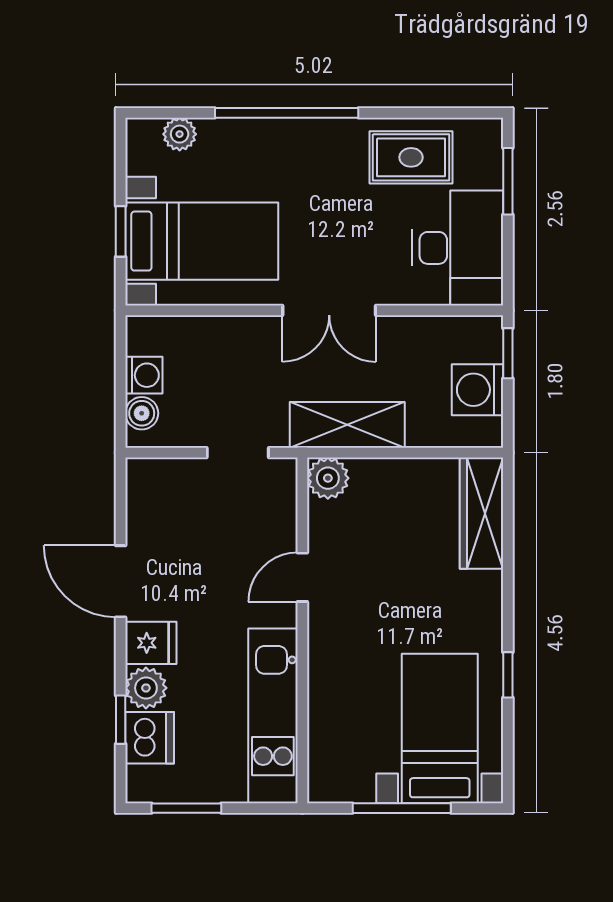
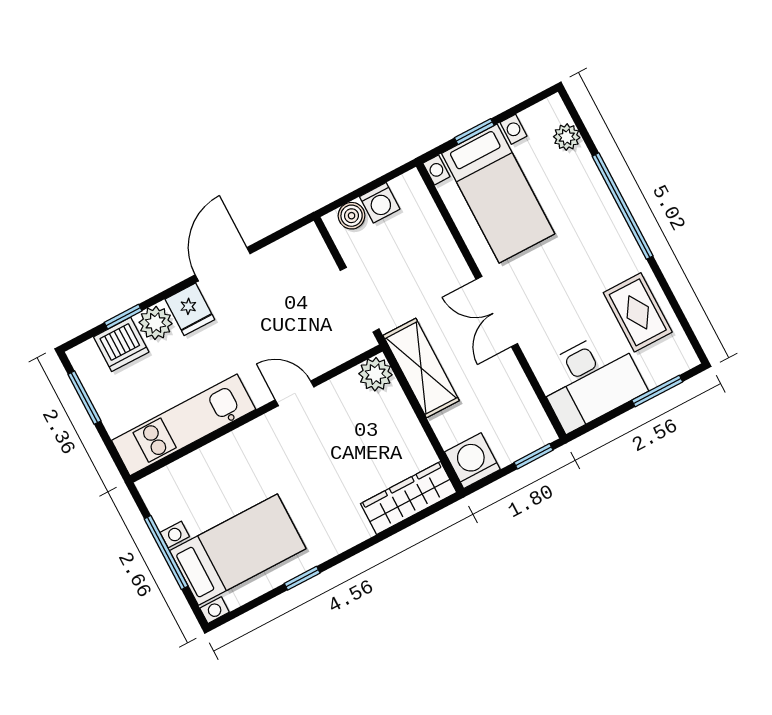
washing machine: (477, 390) -> (472, 461), moved
doorway: (238, 453) -> (360, 300), width x1.38

